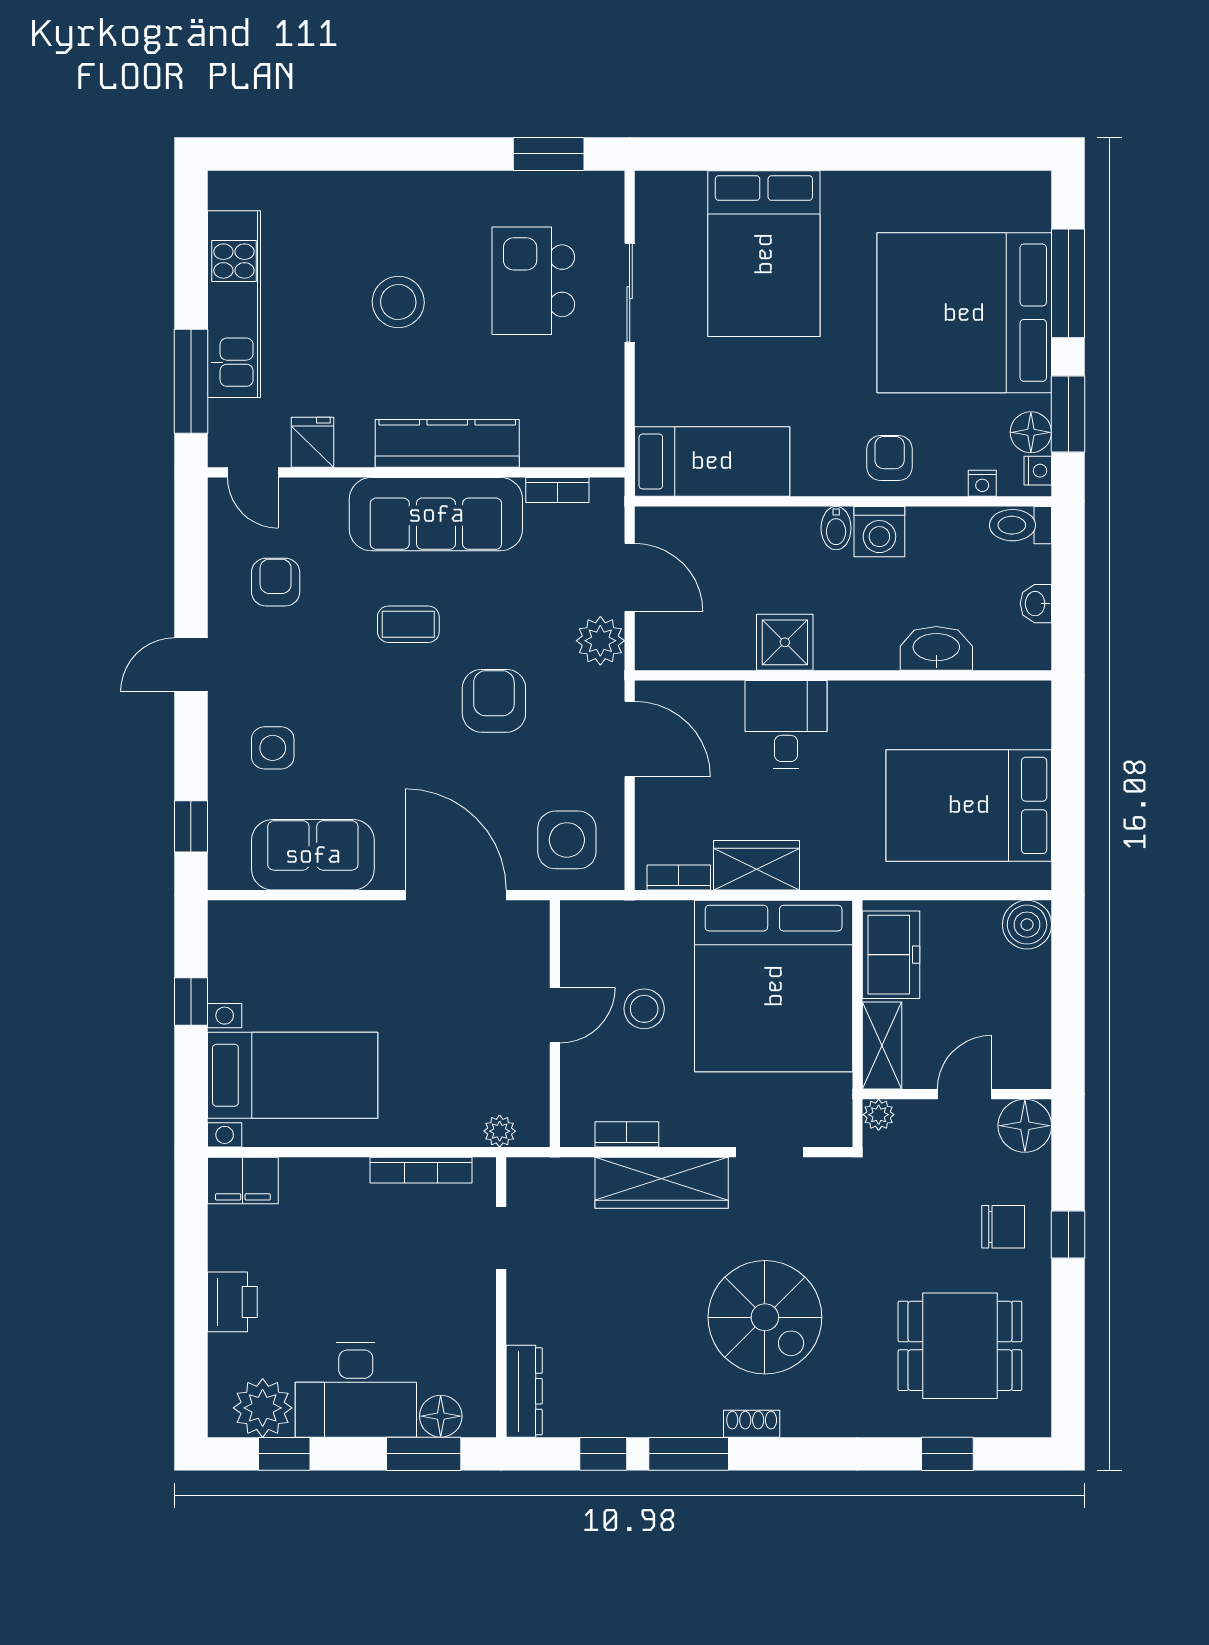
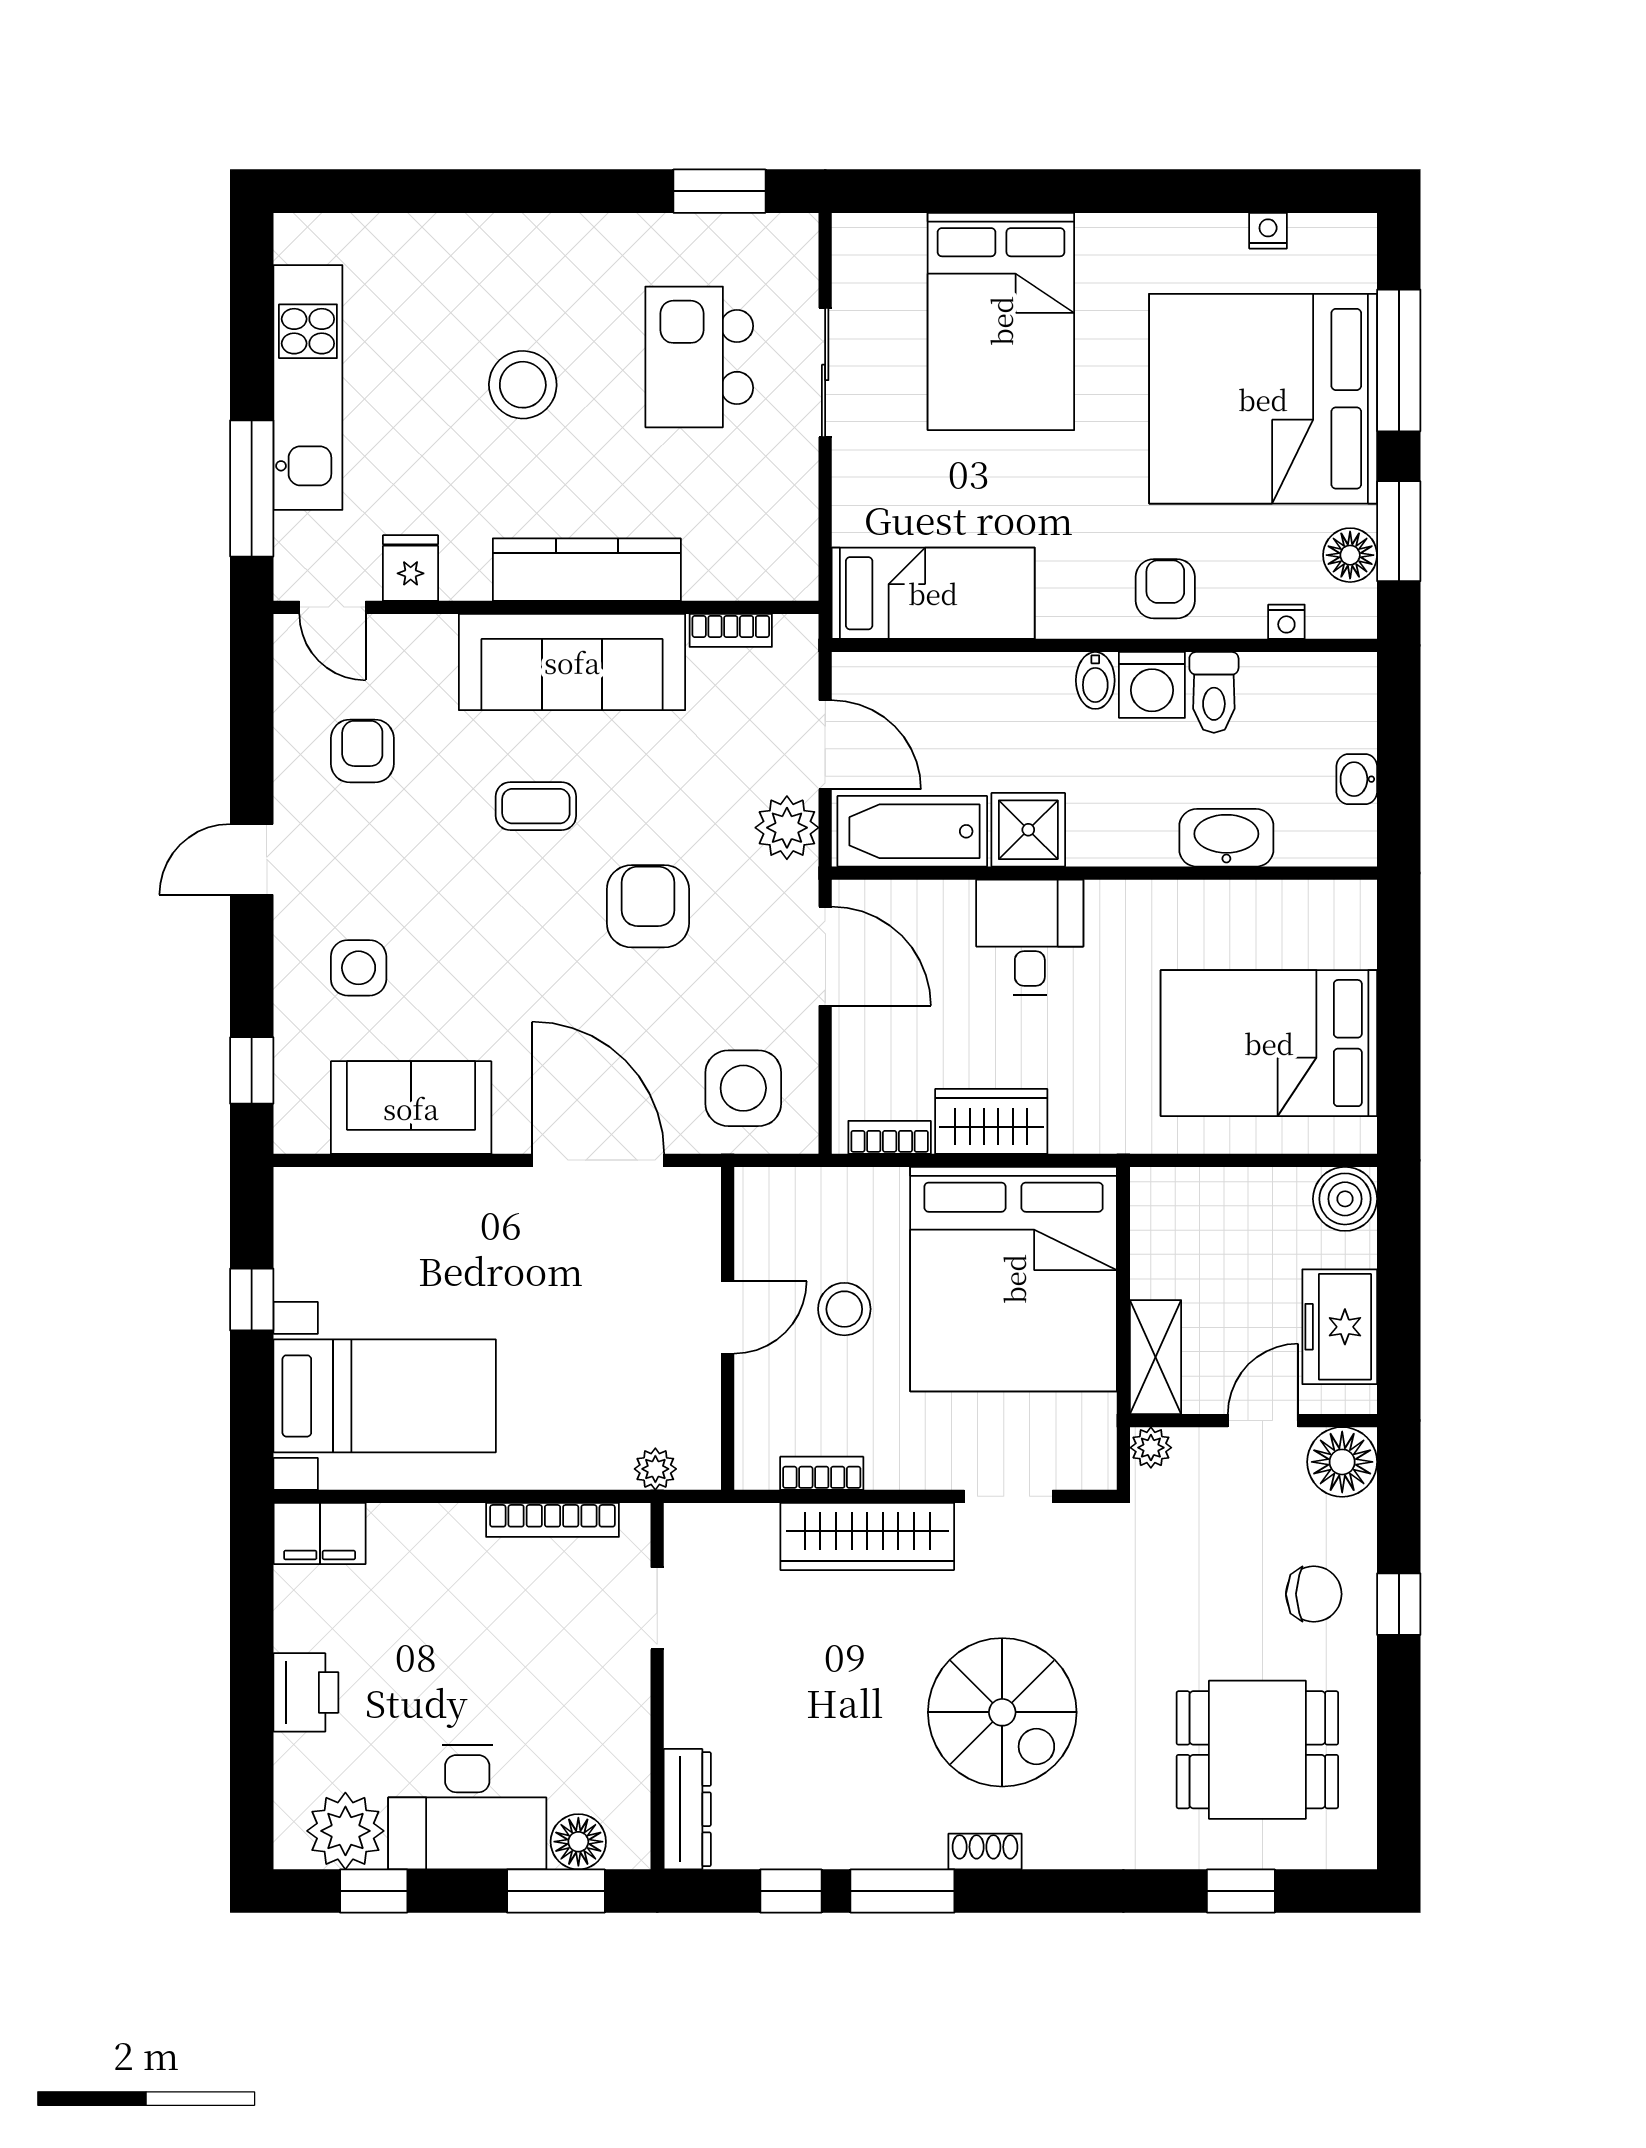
nightstand: (1038, 471) -> (1268, 231), moved, turned -90
toilet: (1021, 525) -> (1214, 692), moved, turned -90
bathtub: (696, 643) -> (912, 831), added
freezer: (891, 955) -> (1340, 1327), moved, turned 180

